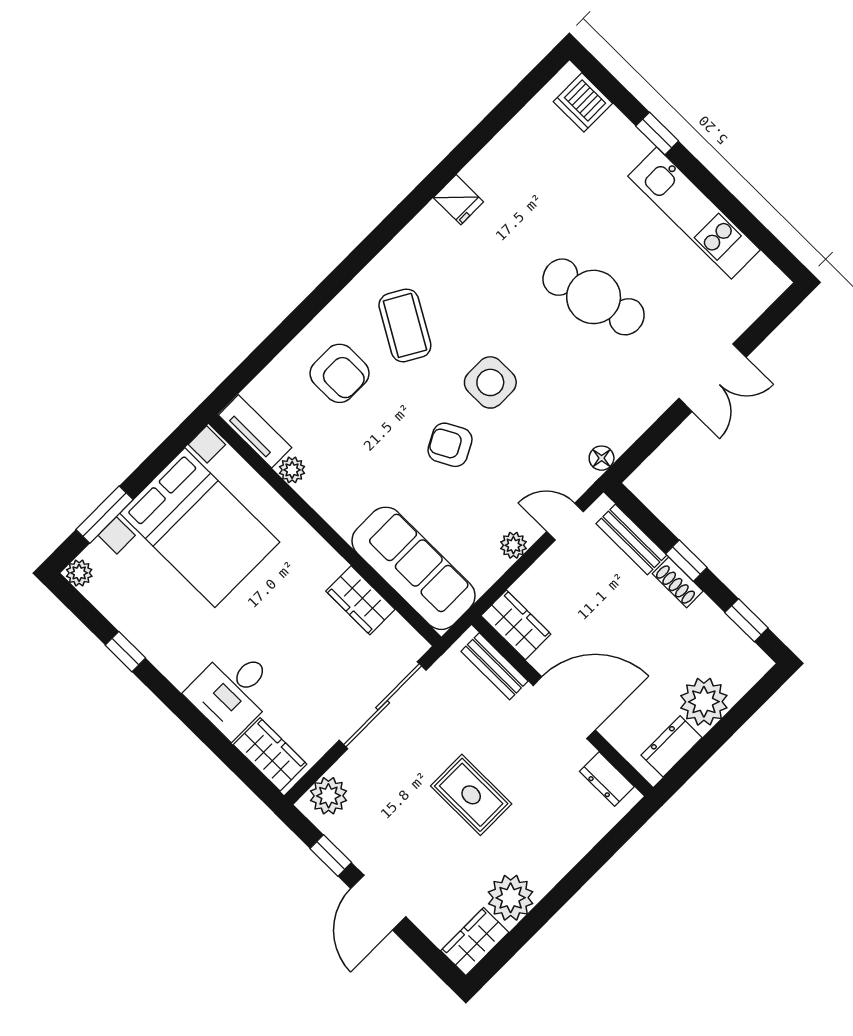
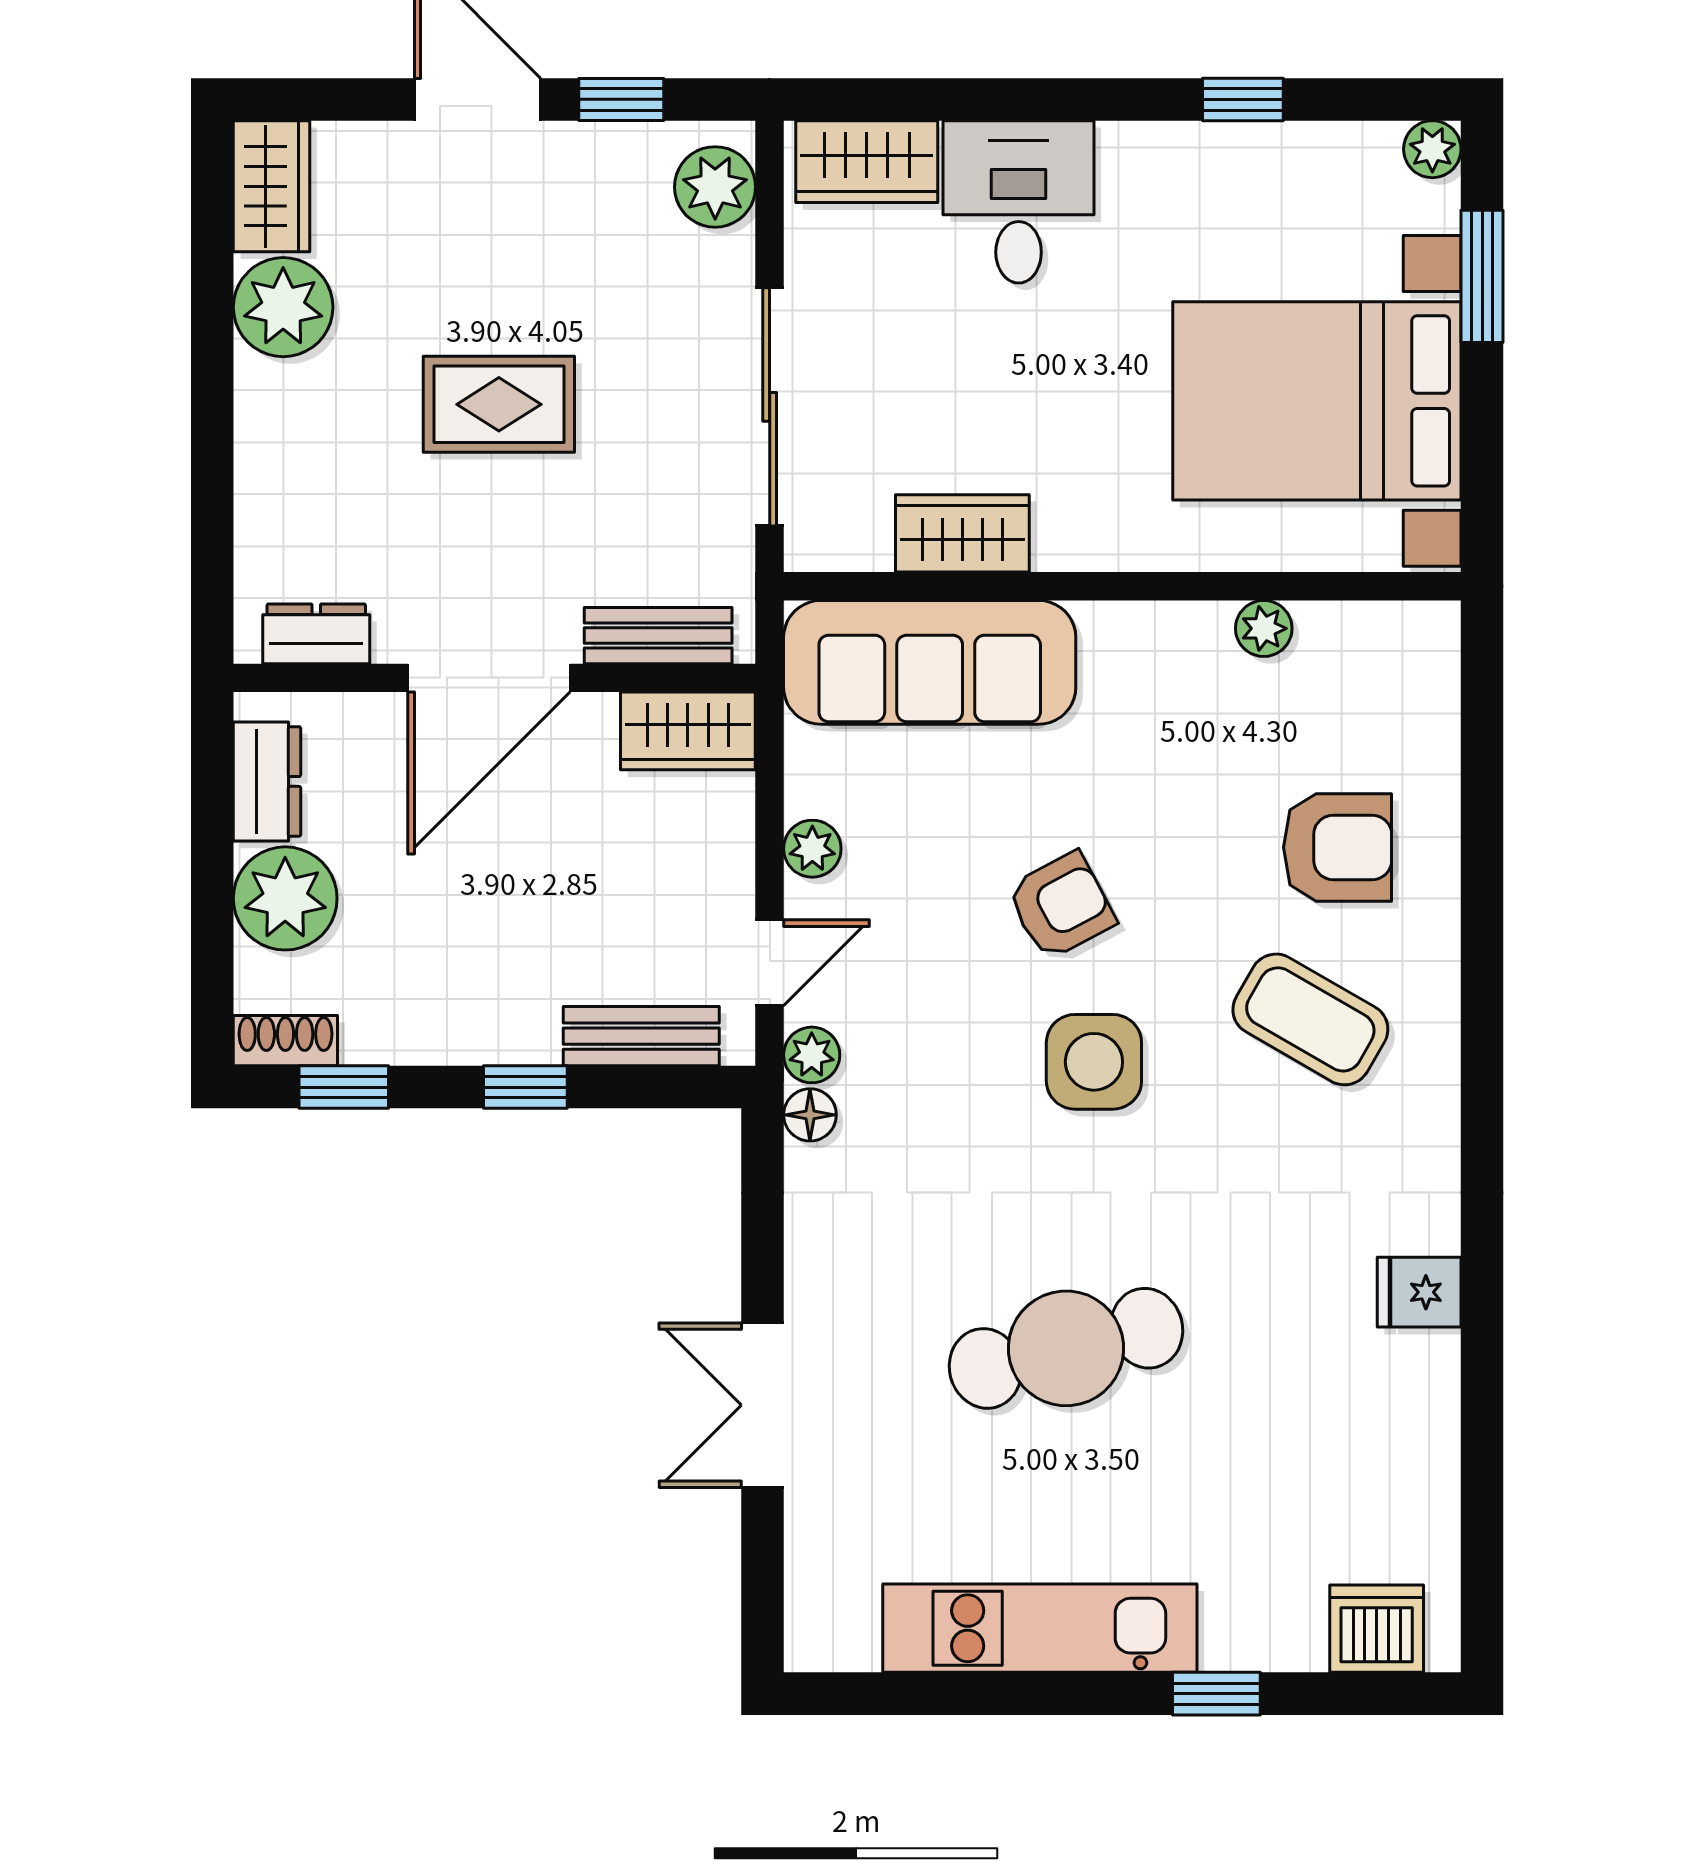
armchair: (340, 373) -> (1338, 847), turned 180
tv unit: (255, 431) -> (1378, 631), removed
plant: (581, 477) -> (812, 1055), added
shoe rack: (678, 582) -> (285, 1041), moved

